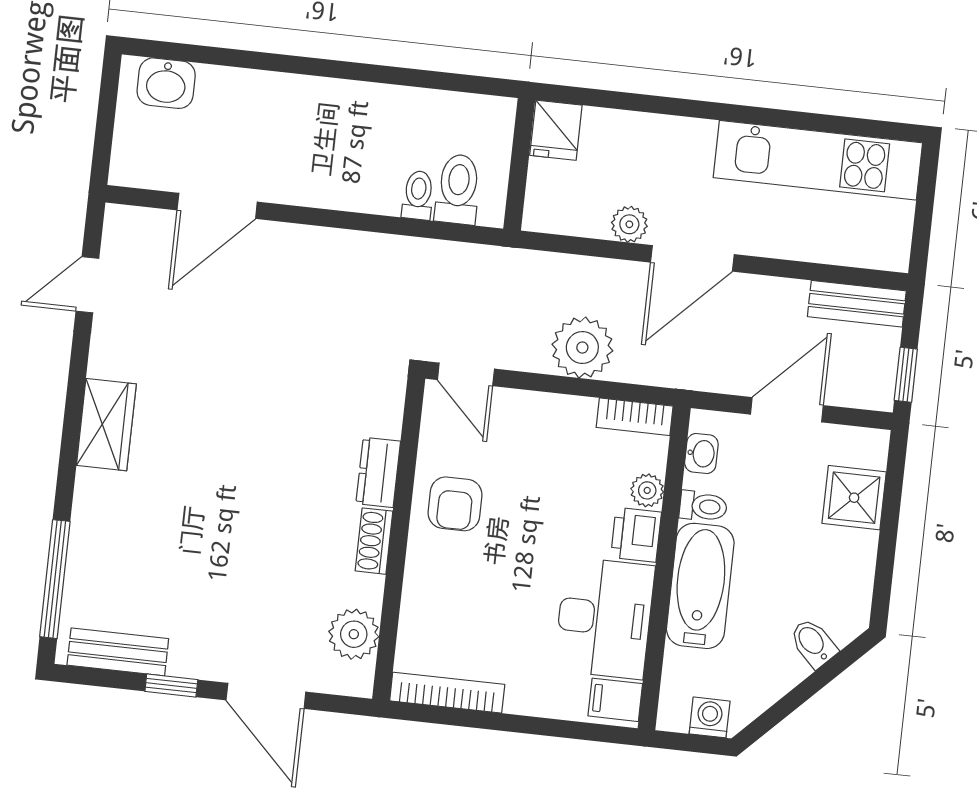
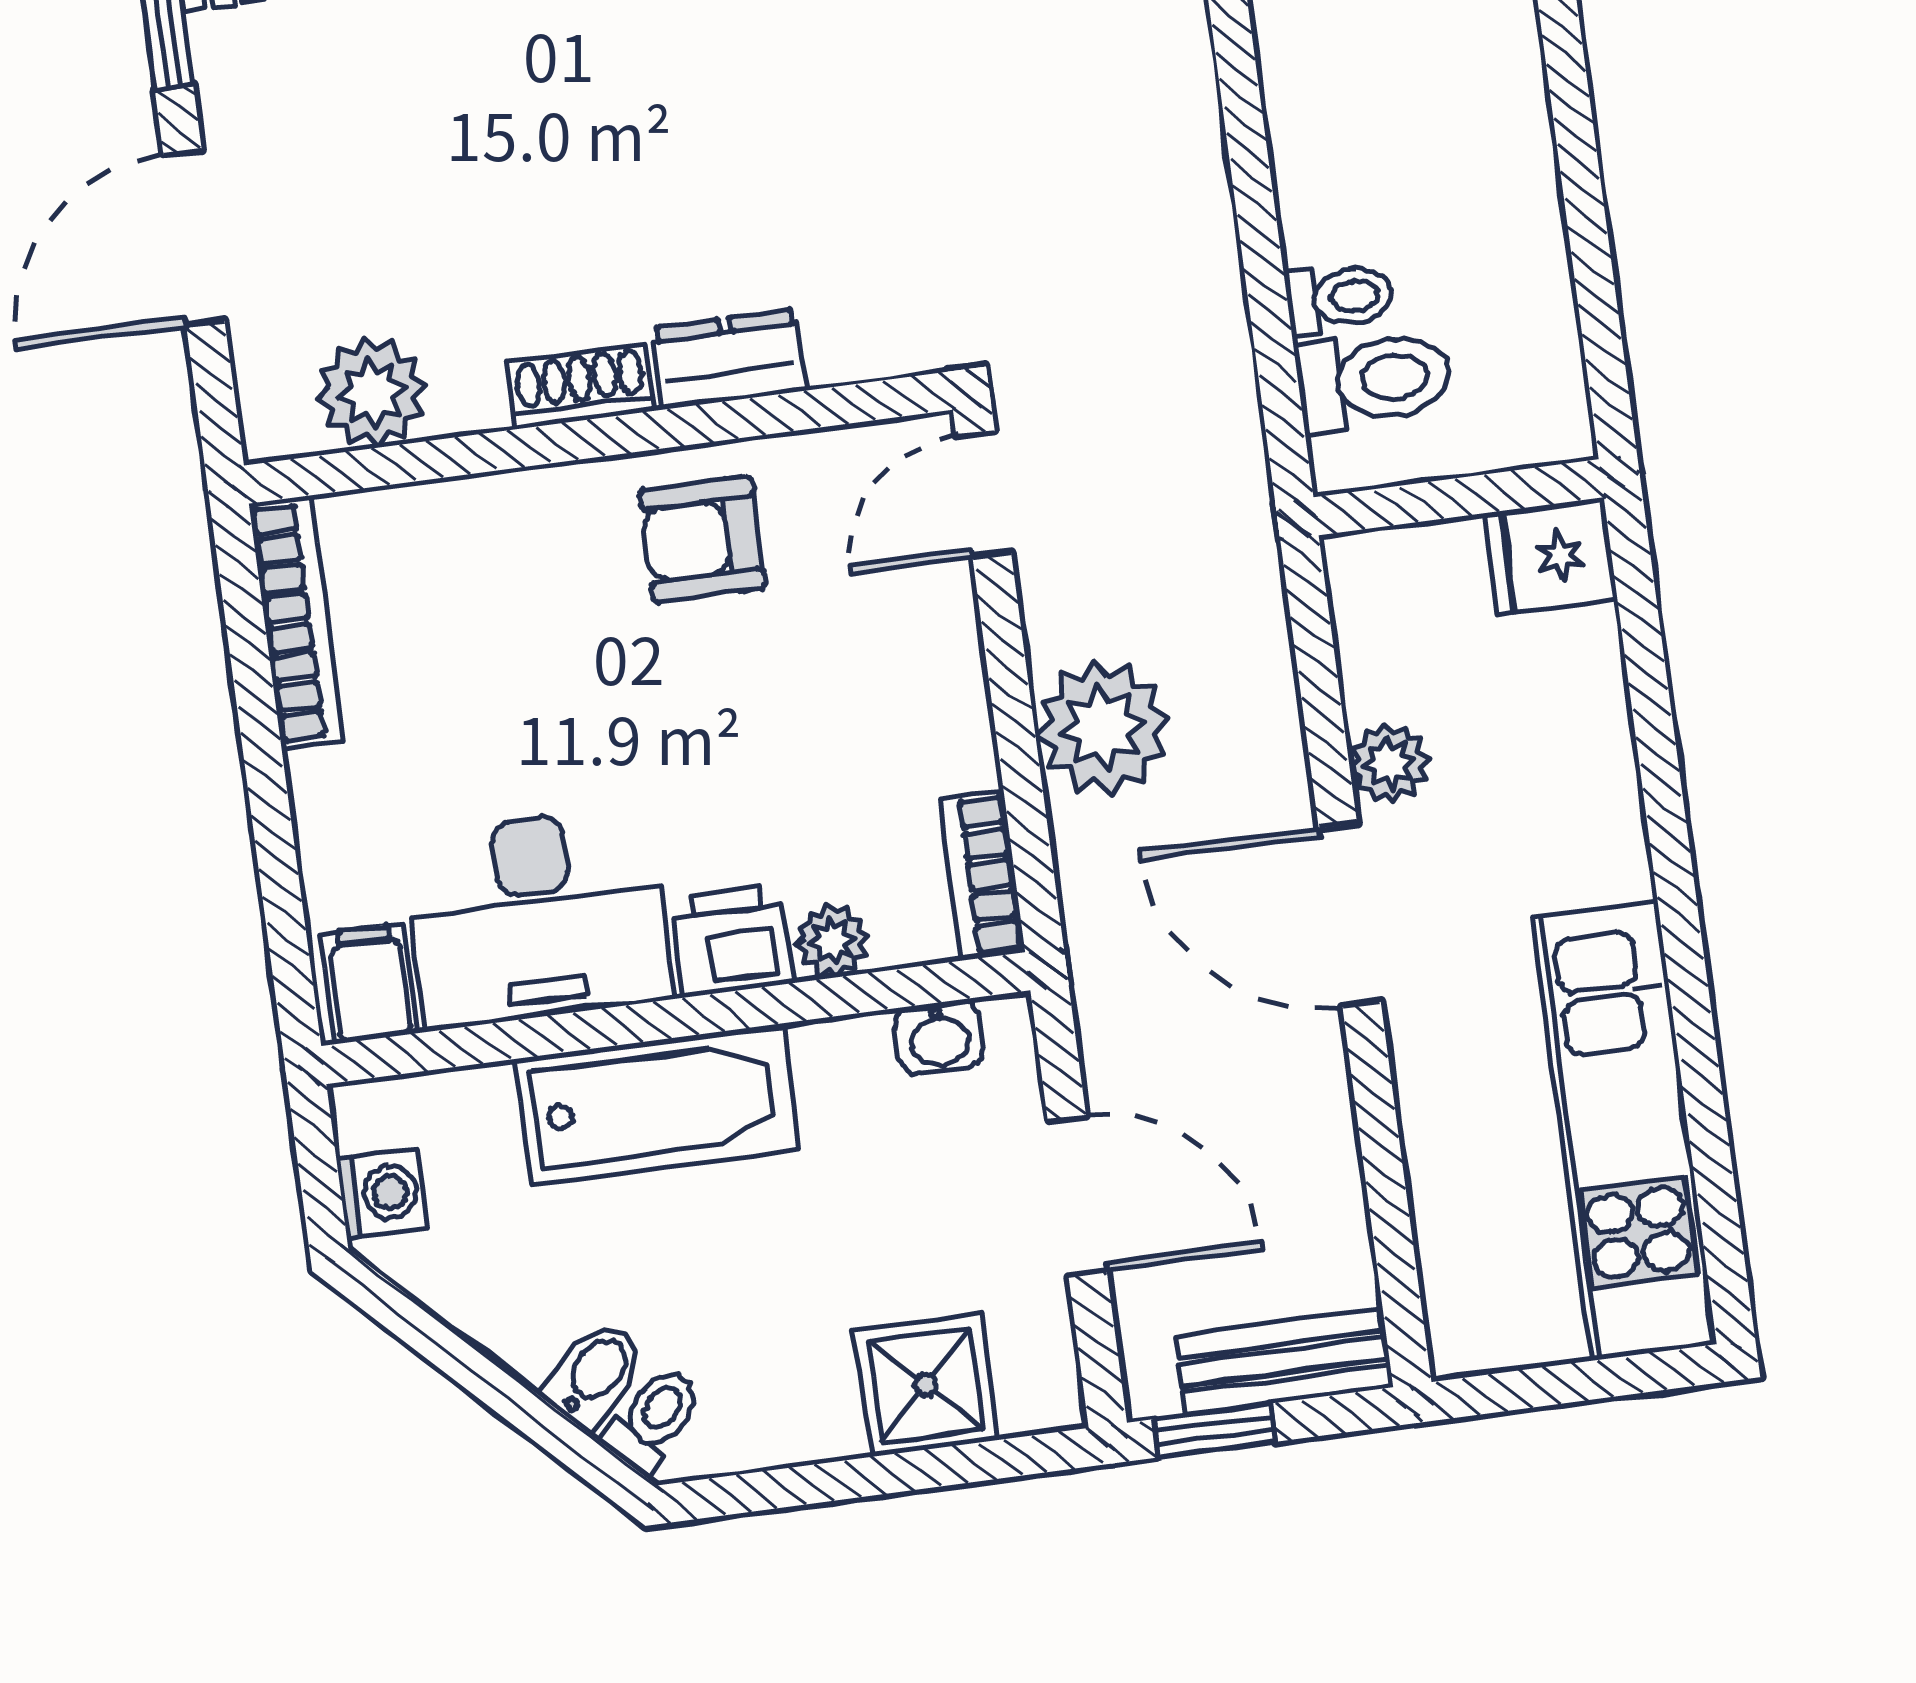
bench: (857, 304) -> (1284, 1361), moved, turned 90
toilet: (703, 506) -> (653, 1419), moved, turned -135

